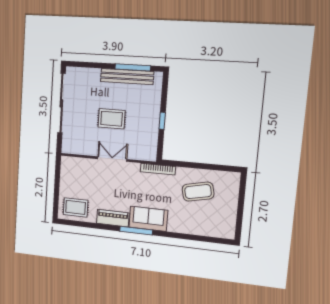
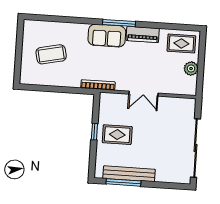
rug: (112, 119) -> (117, 135), moved
plant: (66, 183) -> (191, 69), added
coffee table: (198, 192) -> (51, 54), moved

